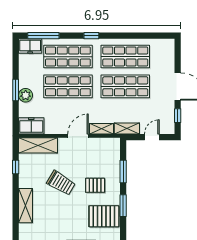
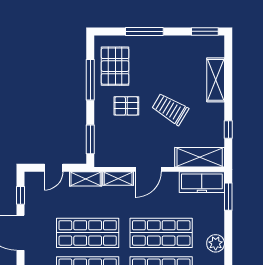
window: (16, 90) -> (228, 197), moved
plant: (26, 95) -> (216, 243), moved
freezer: (31, 126) -> (202, 182), width x1.40
window: (123, 171) -> (90, 139), moved
window: (123, 206) -> (90, 80), width x1.44
pallet: (104, 216) -> (115, 66), turned 90

